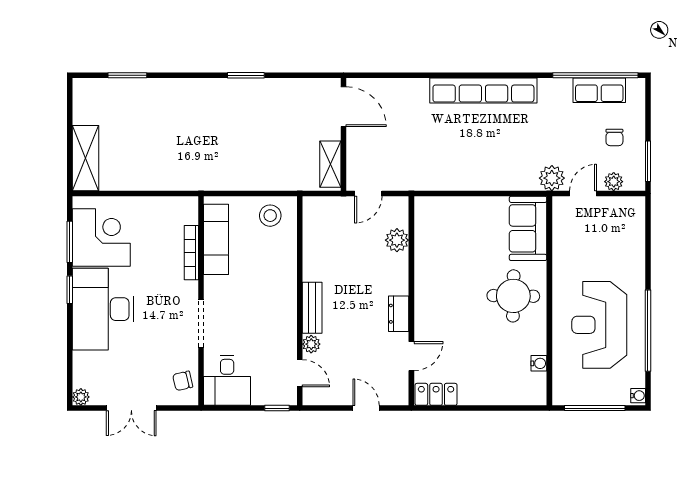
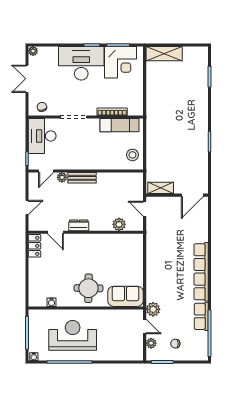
row of seats: (599, 90) -> (201, 316), moved
desk: (227, 380) -> (42, 136), width x1.37

